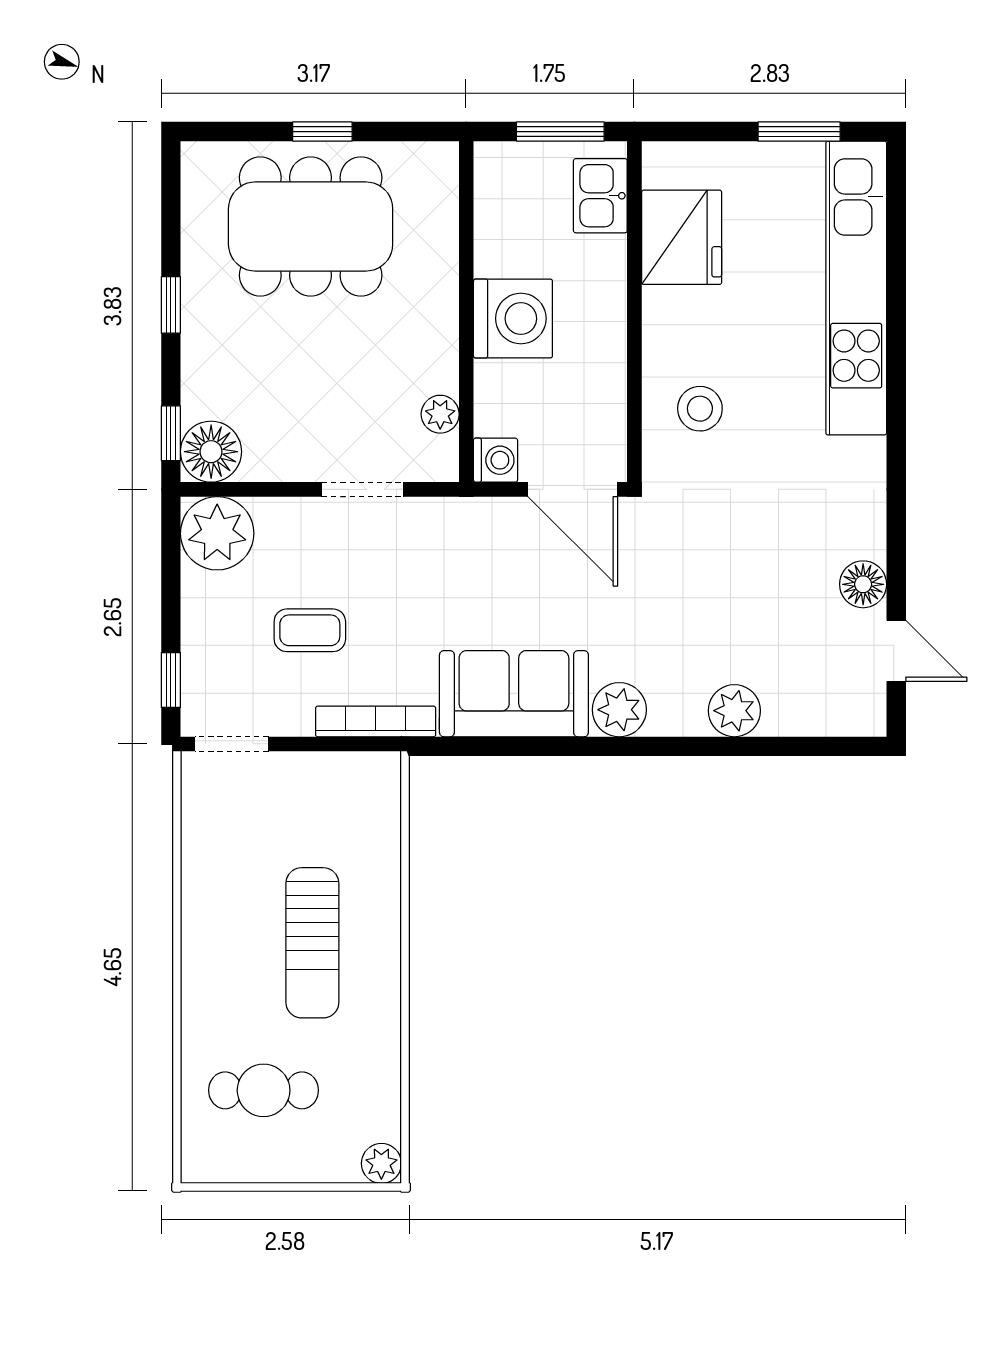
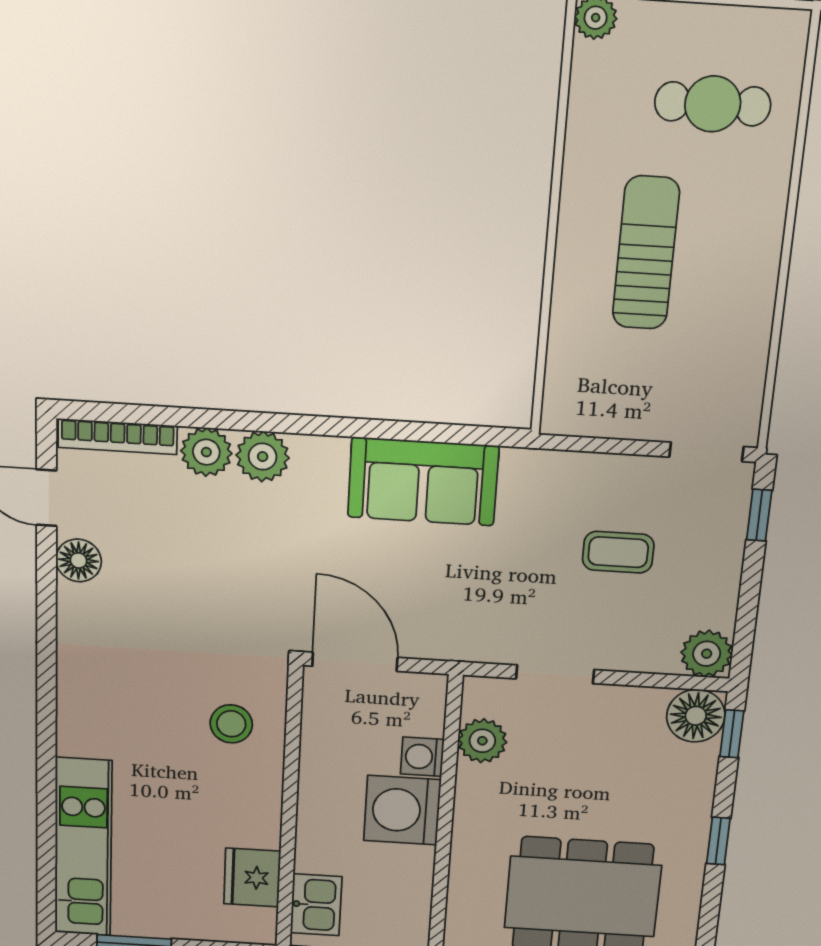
fridge: (682, 237) -> (252, 878), width x0.73, depth x0.75
kitchen unit: (856, 288) -> (83, 848), width x0.73
plant: (440, 414) -> (482, 741), width x1.38, depth x1.38
washing machine: (496, 460) -> (422, 757), moved
plant: (217, 533) -> (707, 654), width x0.73, depth x0.73
plant: (619, 710) -> (263, 457), moved
bookcase: (376, 721) -> (118, 437), moved

